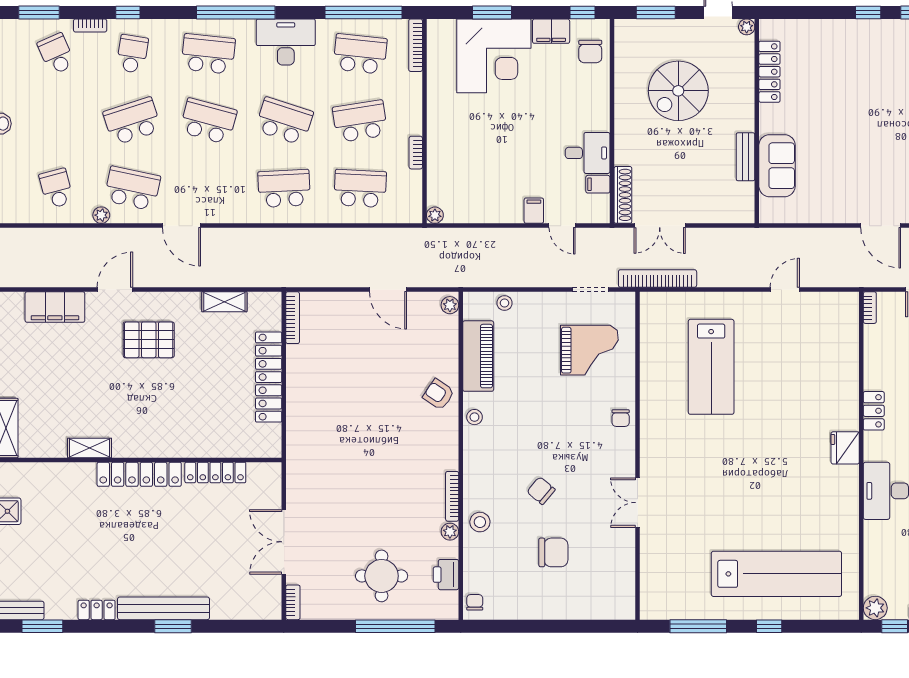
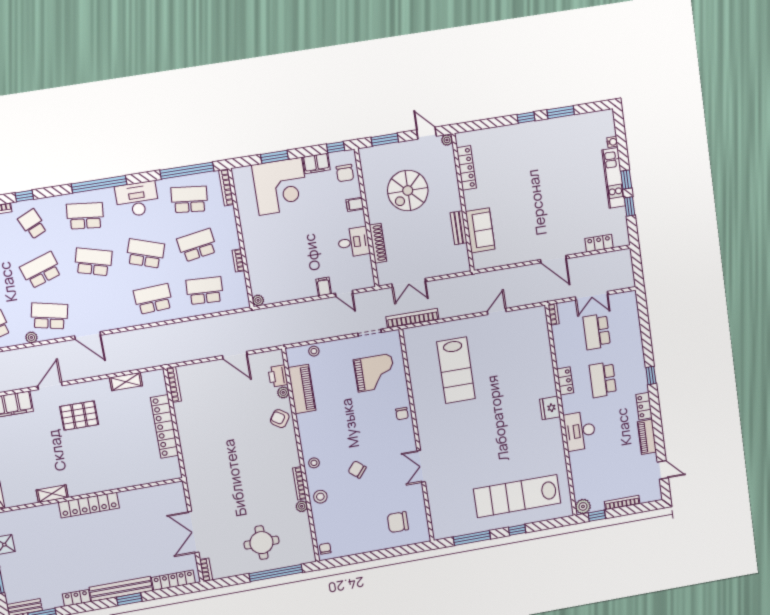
school desk: (132, 54) -> (33, 224), turned -33
filing cabinet: (598, 184) -> (355, 204), moved
shoe rack: (623, 195) -> (378, 243), moved
plant: (450, 305) -> (283, 392), moved
stool: (474, 417) -> (314, 463), moved
locker: (215, 472) -> (173, 580), moved, turned 180
chair: (553, 552) -> (398, 522), moved, turned 180
lab bench: (776, 574) -> (517, 496), turned 180
printer: (446, 575) -> (278, 376), moved

